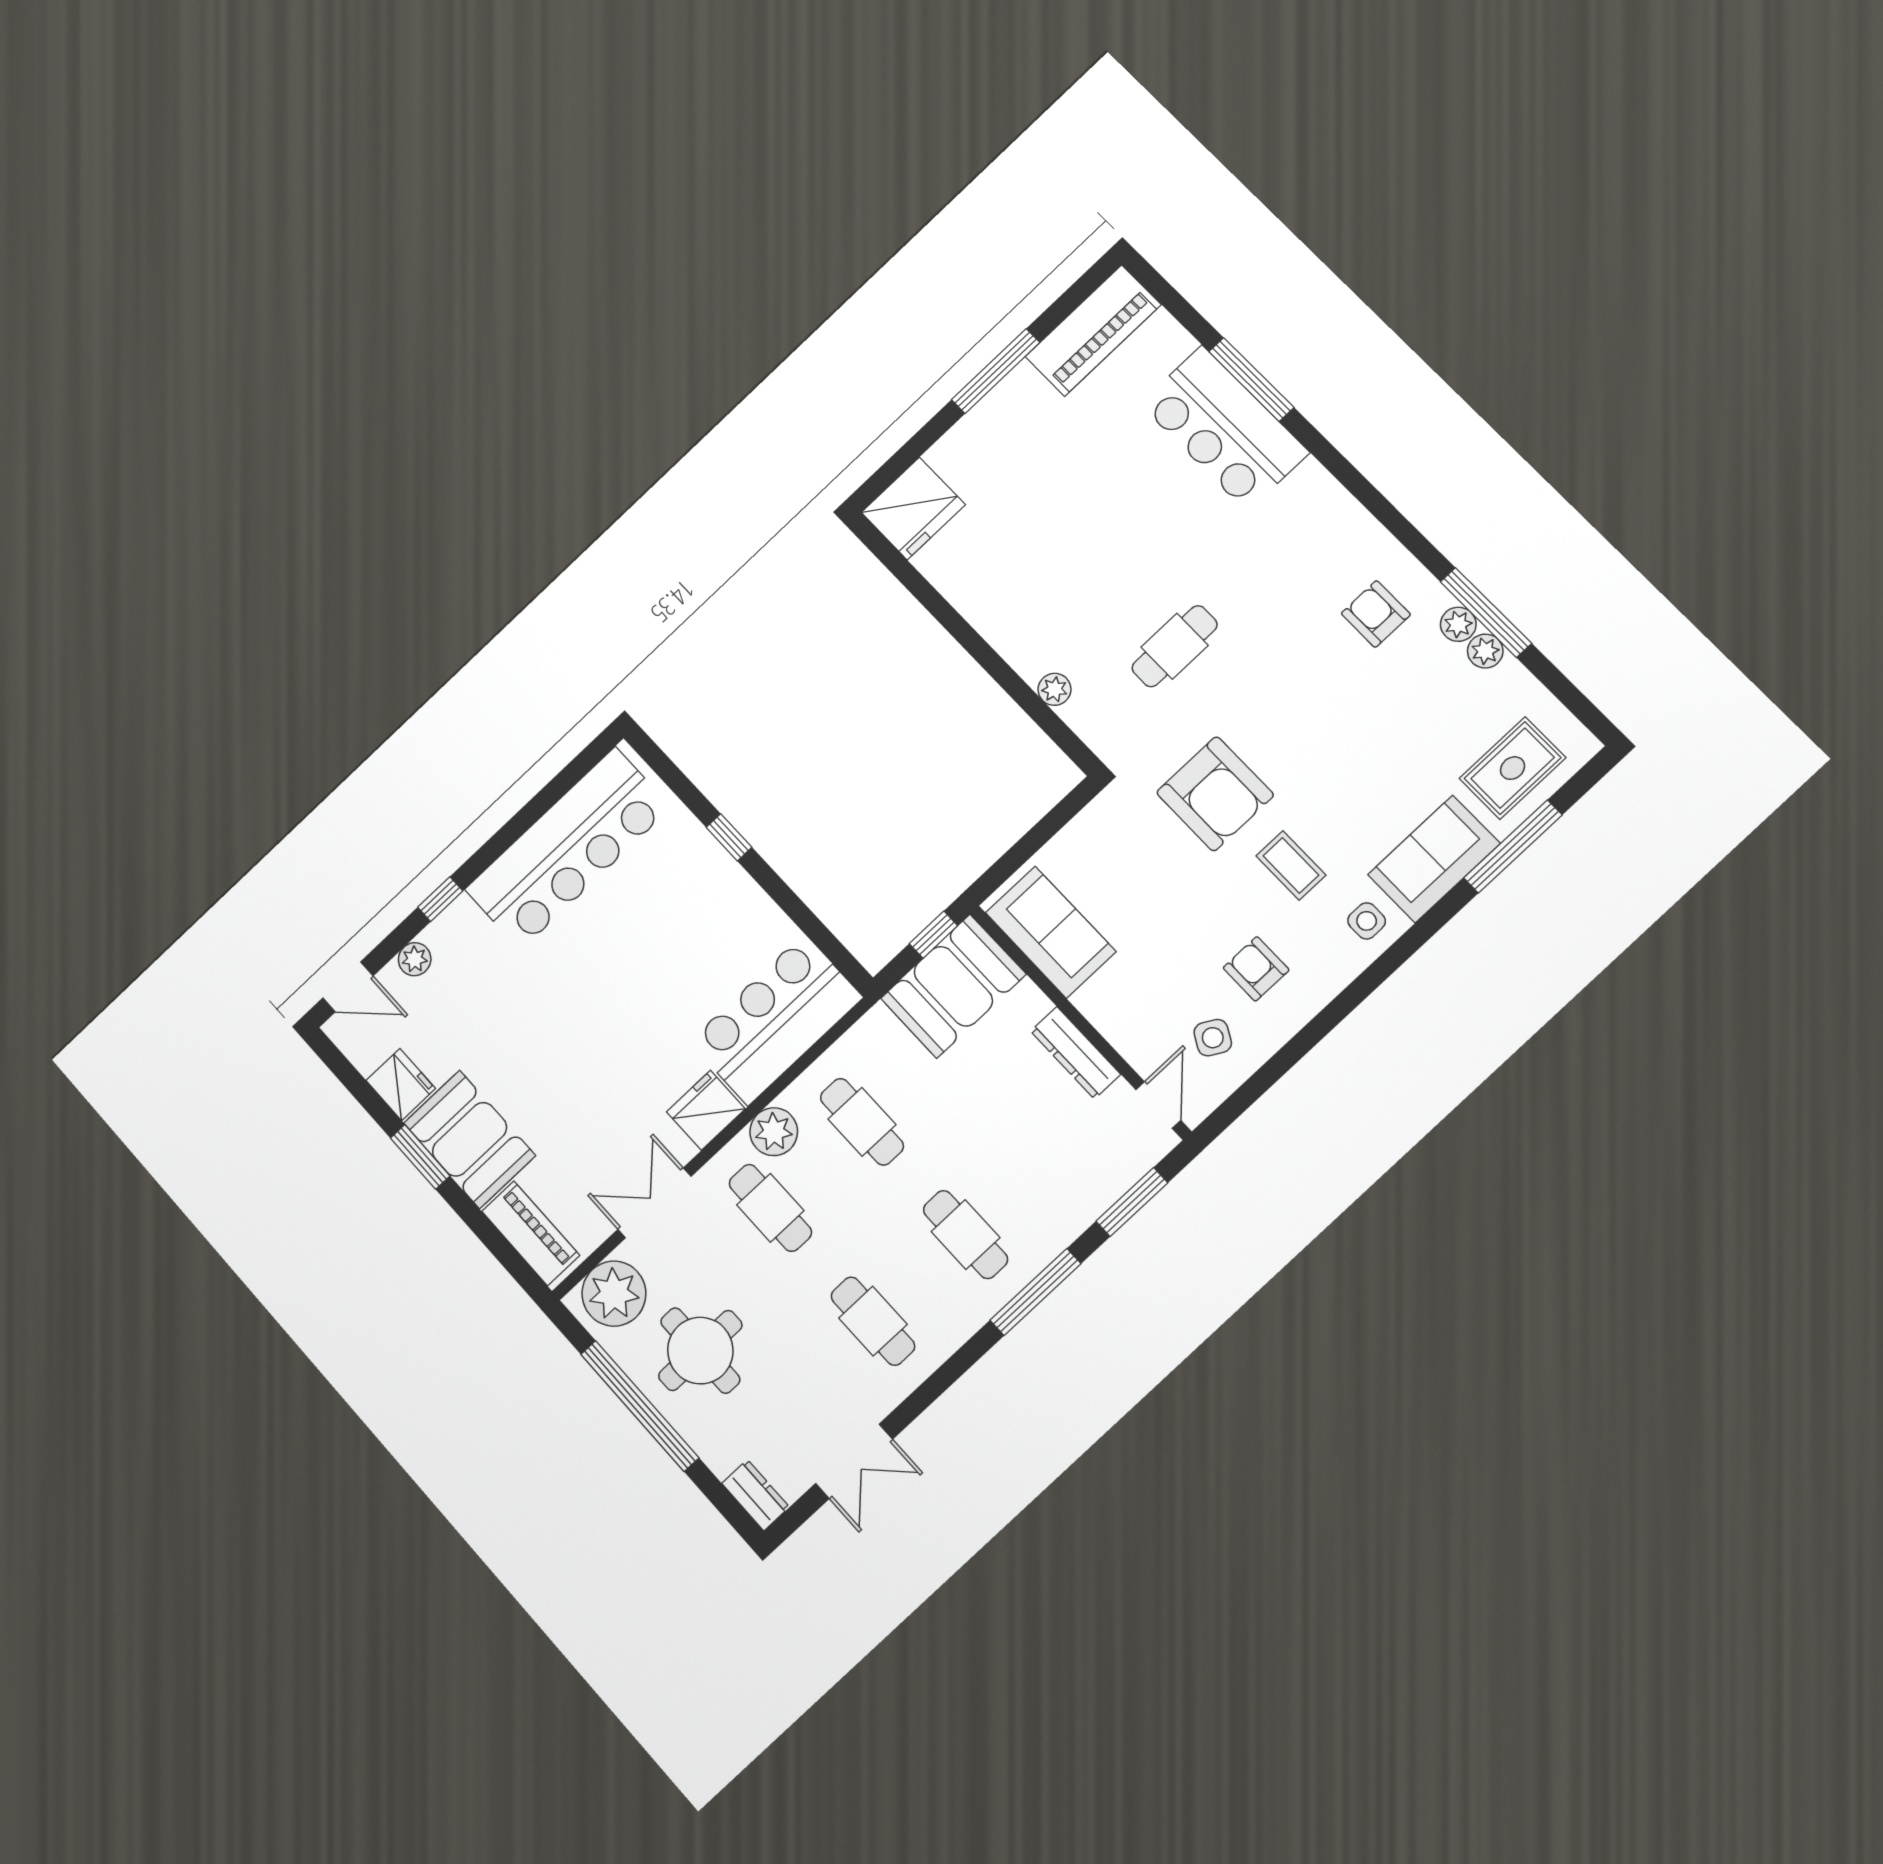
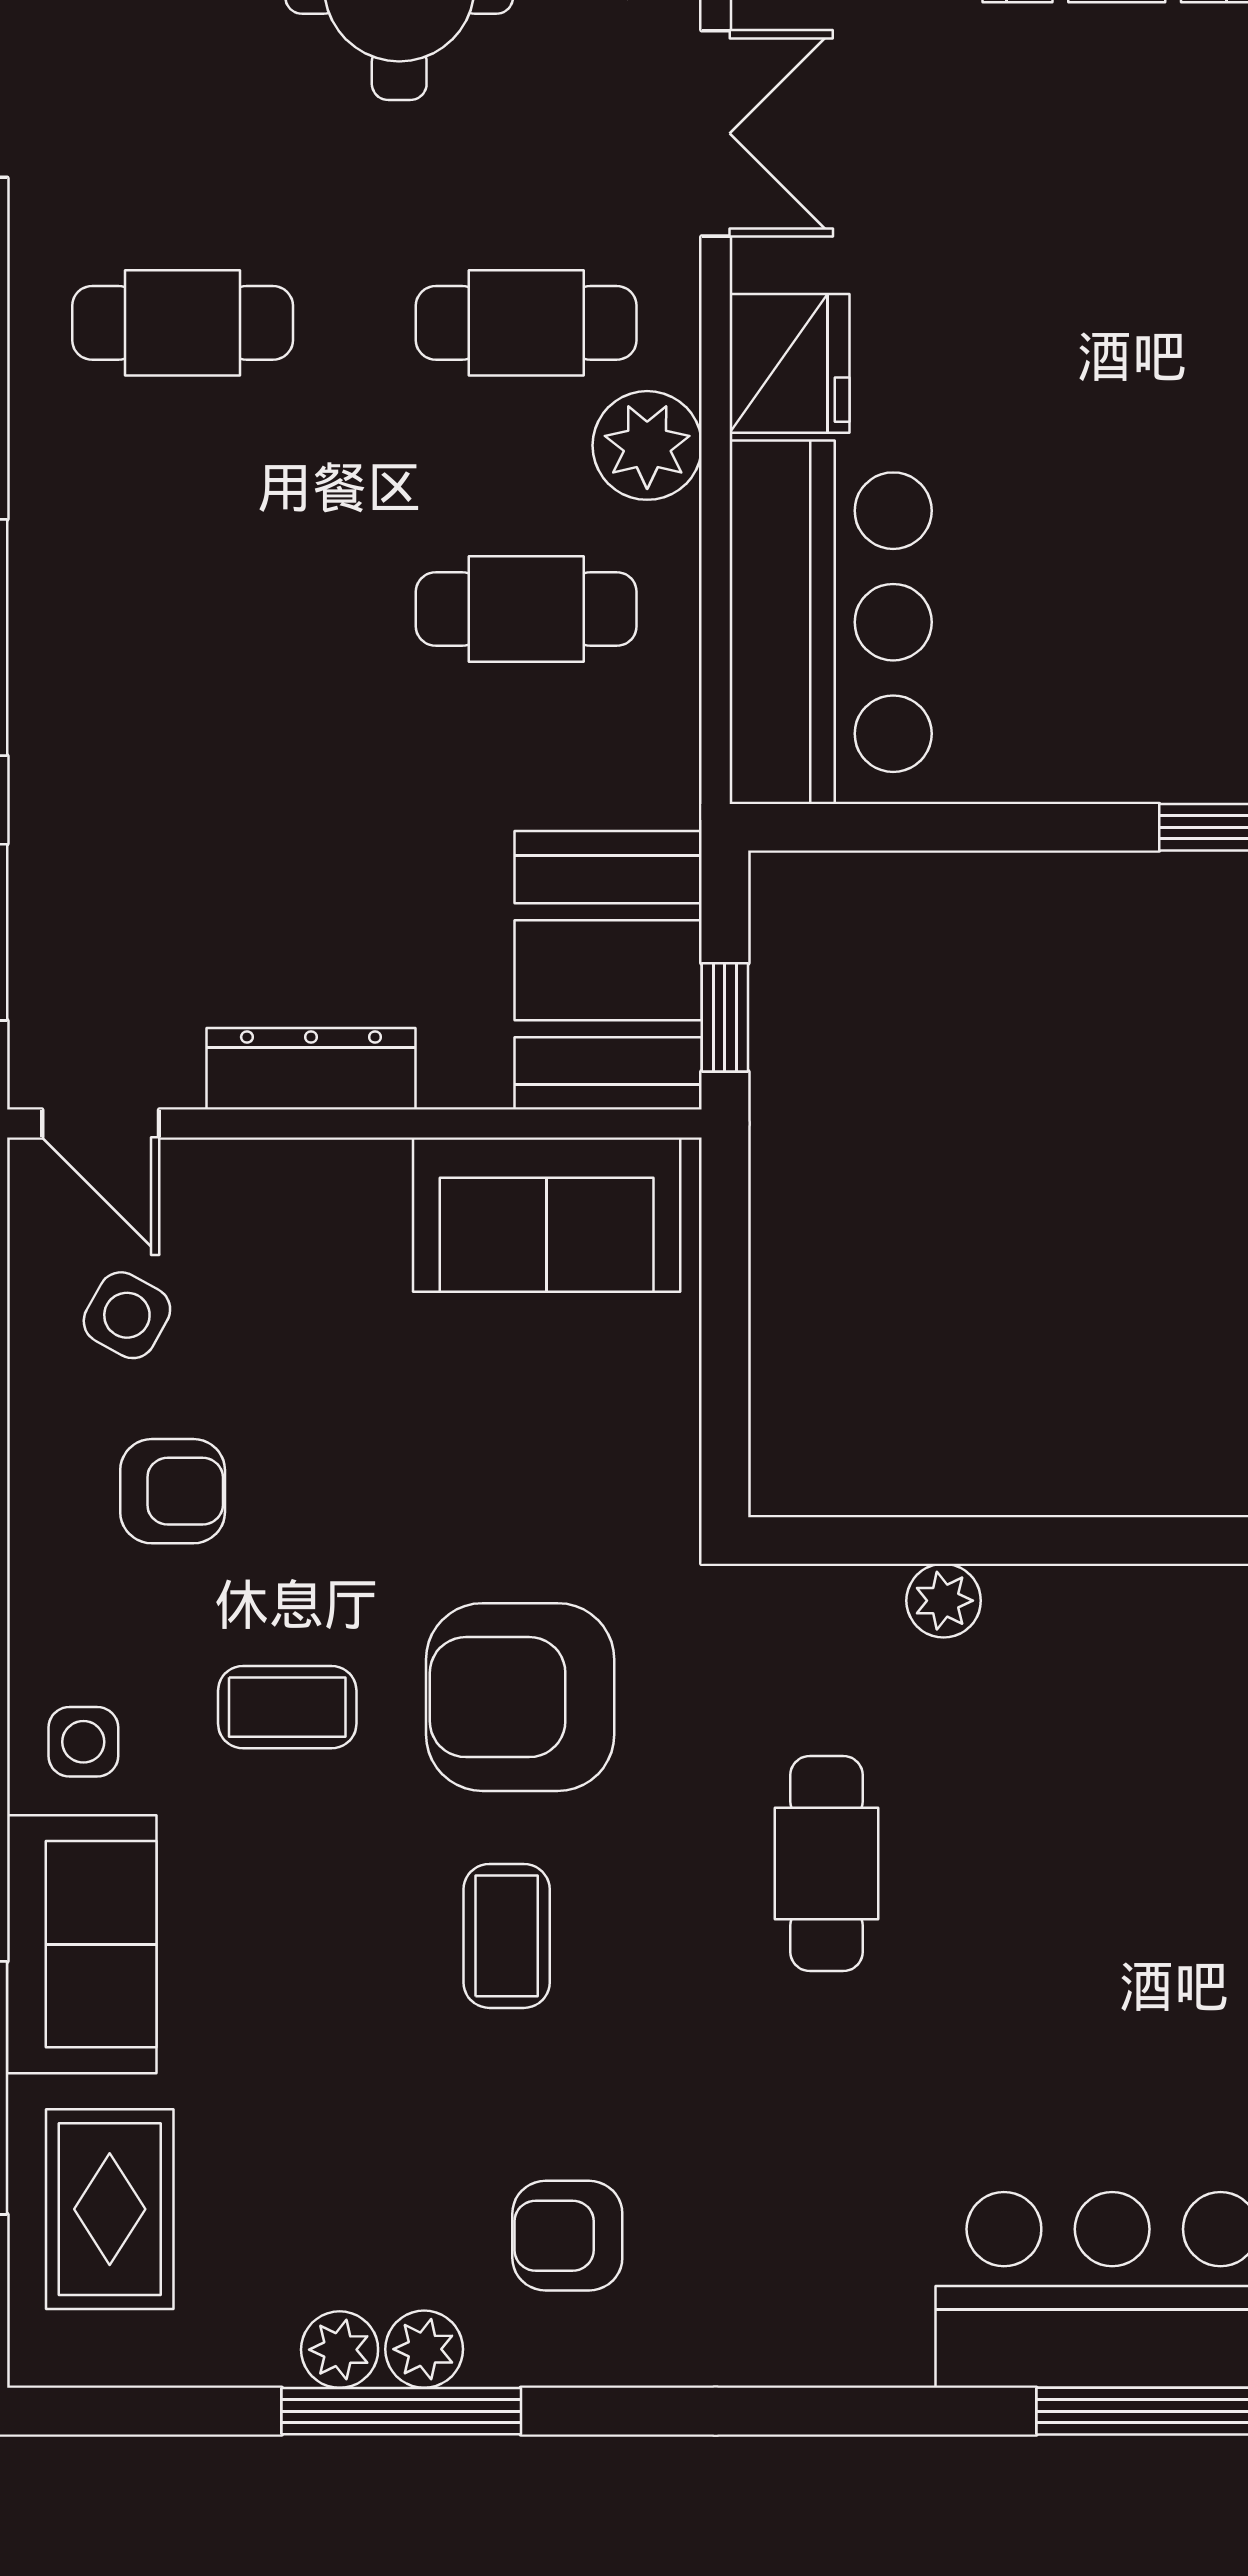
armchair: (1376, 614) -> (567, 2236), turned 180
coffee table: (1297, 725) -> (507, 1936), added
cafe table: (966, 1235) -> (183, 609), removed

